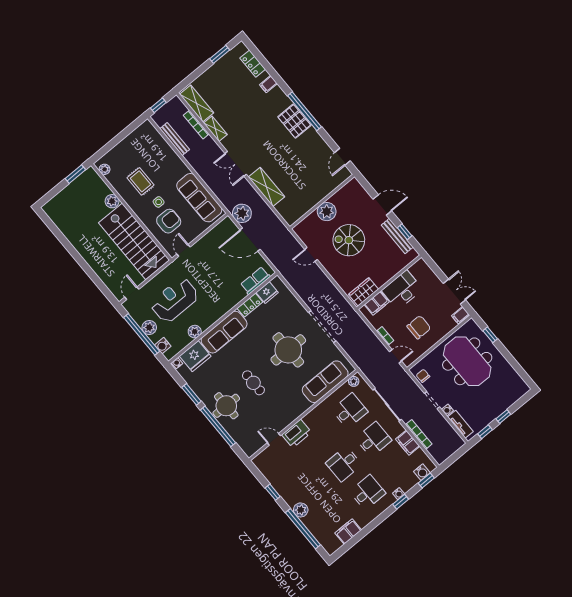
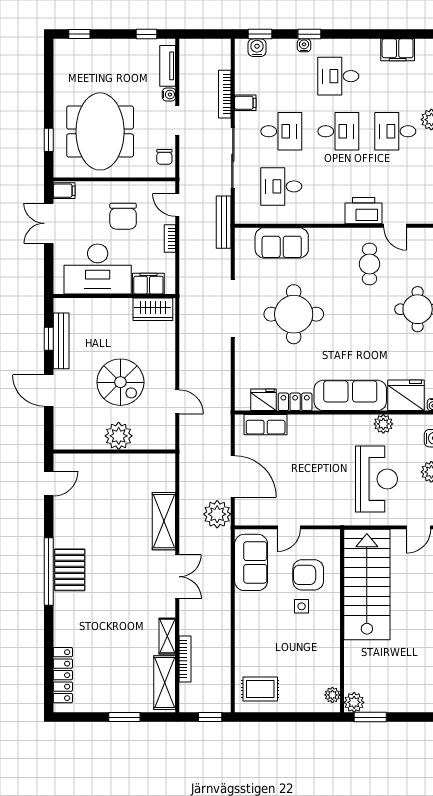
window: (220, 54) -> (124, 717), moved
locker: (253, 64) -> (63, 675), width x1.53
filing cabinet: (268, 84) -> (64, 637), removed
bench: (175, 139) -> (224, 222), moved
rug: (141, 181) -> (260, 689), moved, turned 90
sofa: (199, 198) -> (251, 562), width x0.73
plant: (112, 201) -> (354, 702), moved
door: (183, 250) -> (289, 527), moved
desk: (402, 290) -> (98, 269), width x1.36, depth x1.30
reception desk: (175, 300) -> (376, 479), turned -90
chair: (419, 327) -> (123, 216), turned -90
plant: (354, 381) -> (249, 216), removed
sofa: (325, 382) -> (282, 243), width x0.73
cafe table: (253, 383) -> (370, 264), moved
window: (503, 416) -> (79, 34), moved
desk: (373, 439) -> (281, 131), turned 180
filing cabinet: (408, 443) -> (245, 103), width x0.50
desk: (314, 488) -> (395, 131), added

